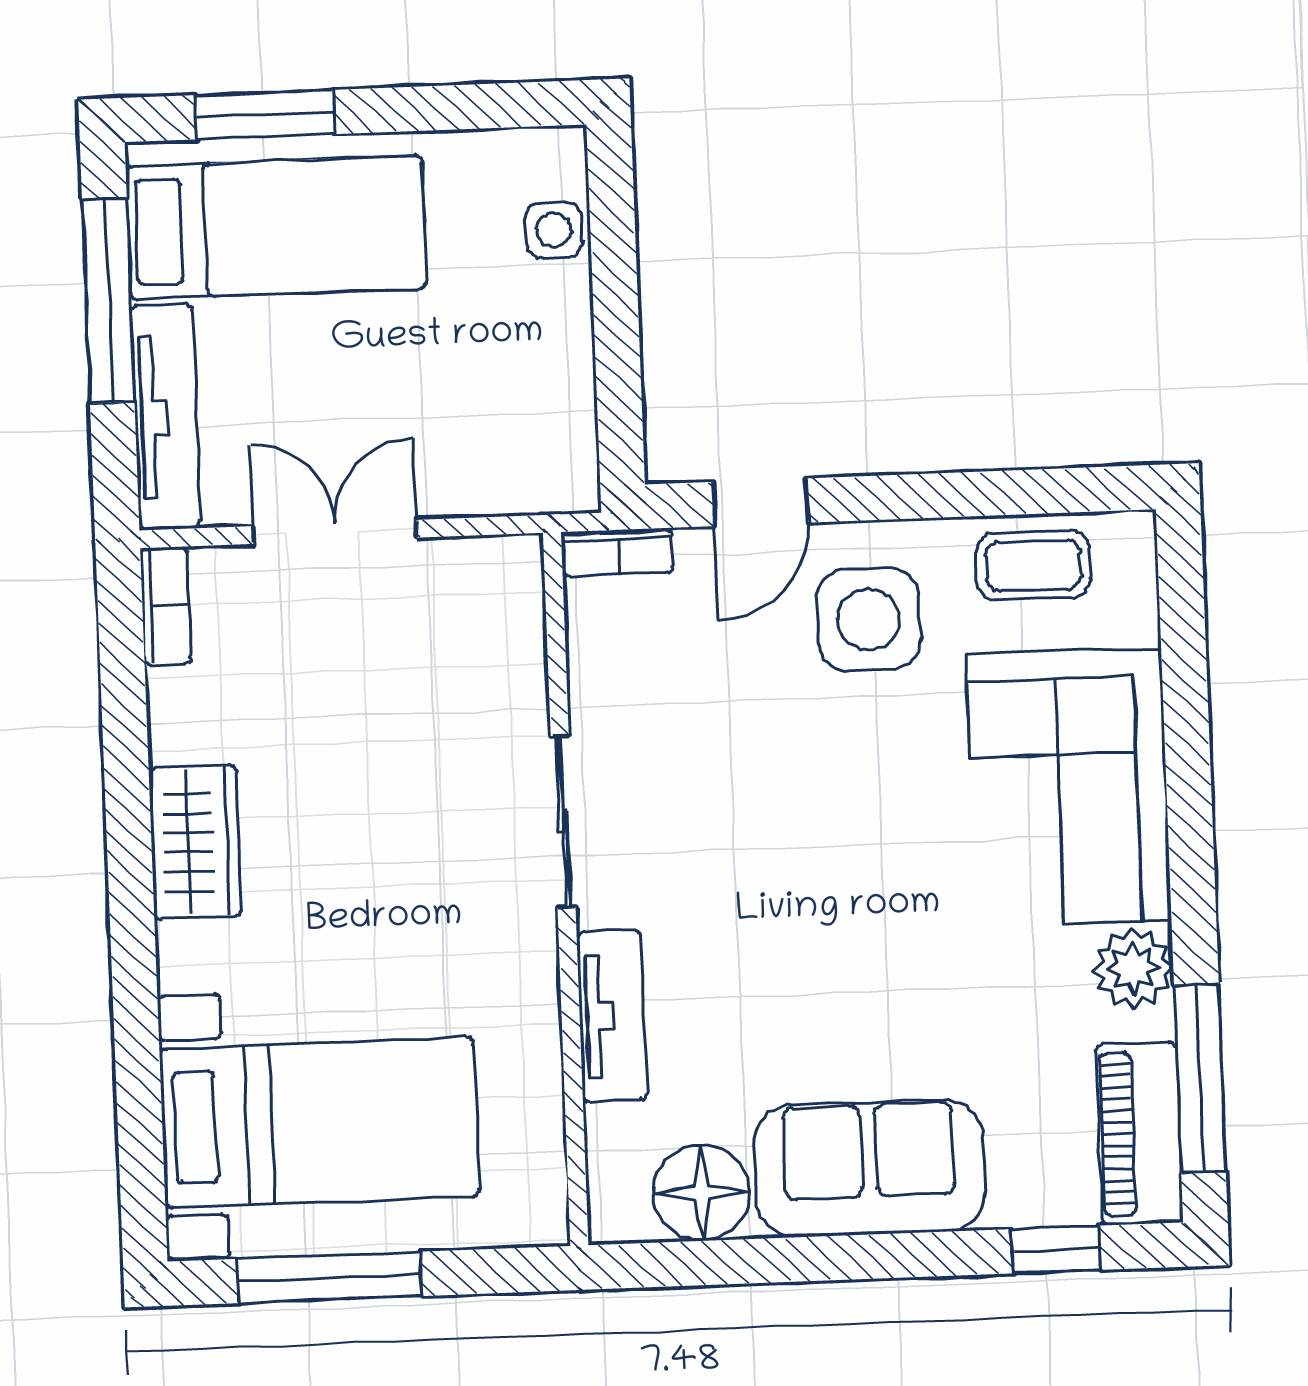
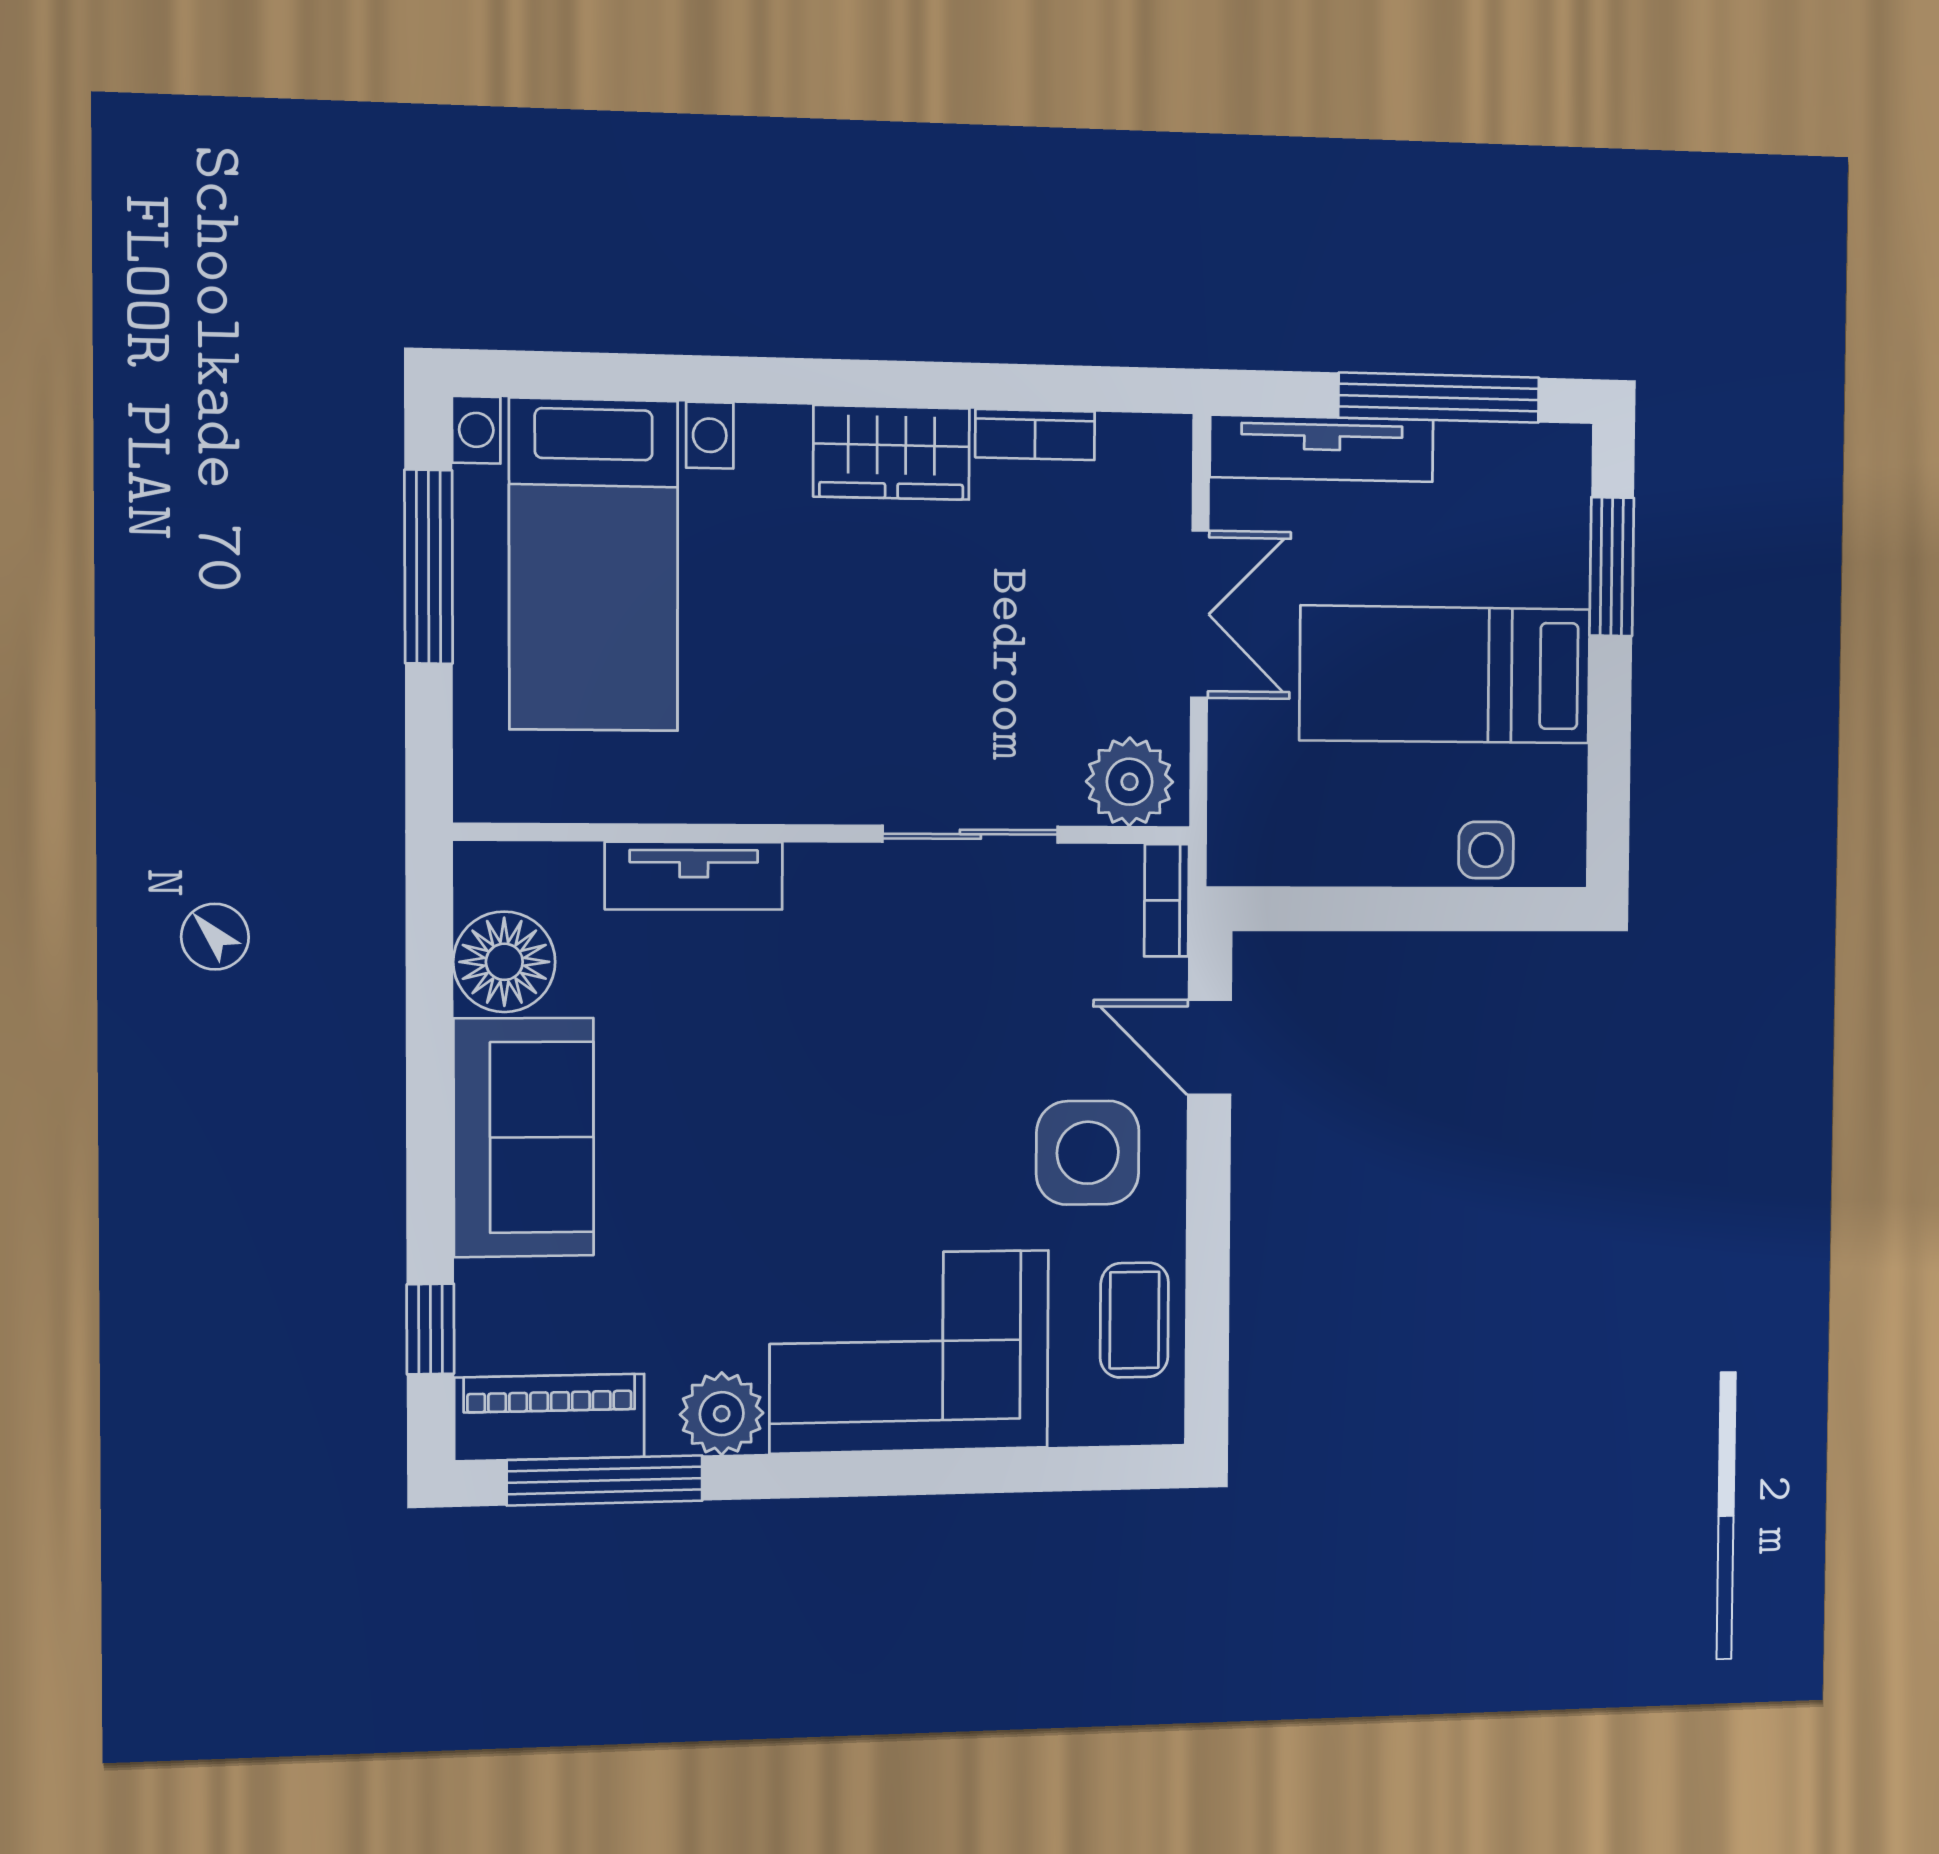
bed: (276, 227) -> (1445, 675), moved, turned 90
plant: (502, 594) -> (1130, 782), added
bookcase: (166, 606) -> (1035, 434), moved
sliding door: (563, 822) -> (970, 834), moved

